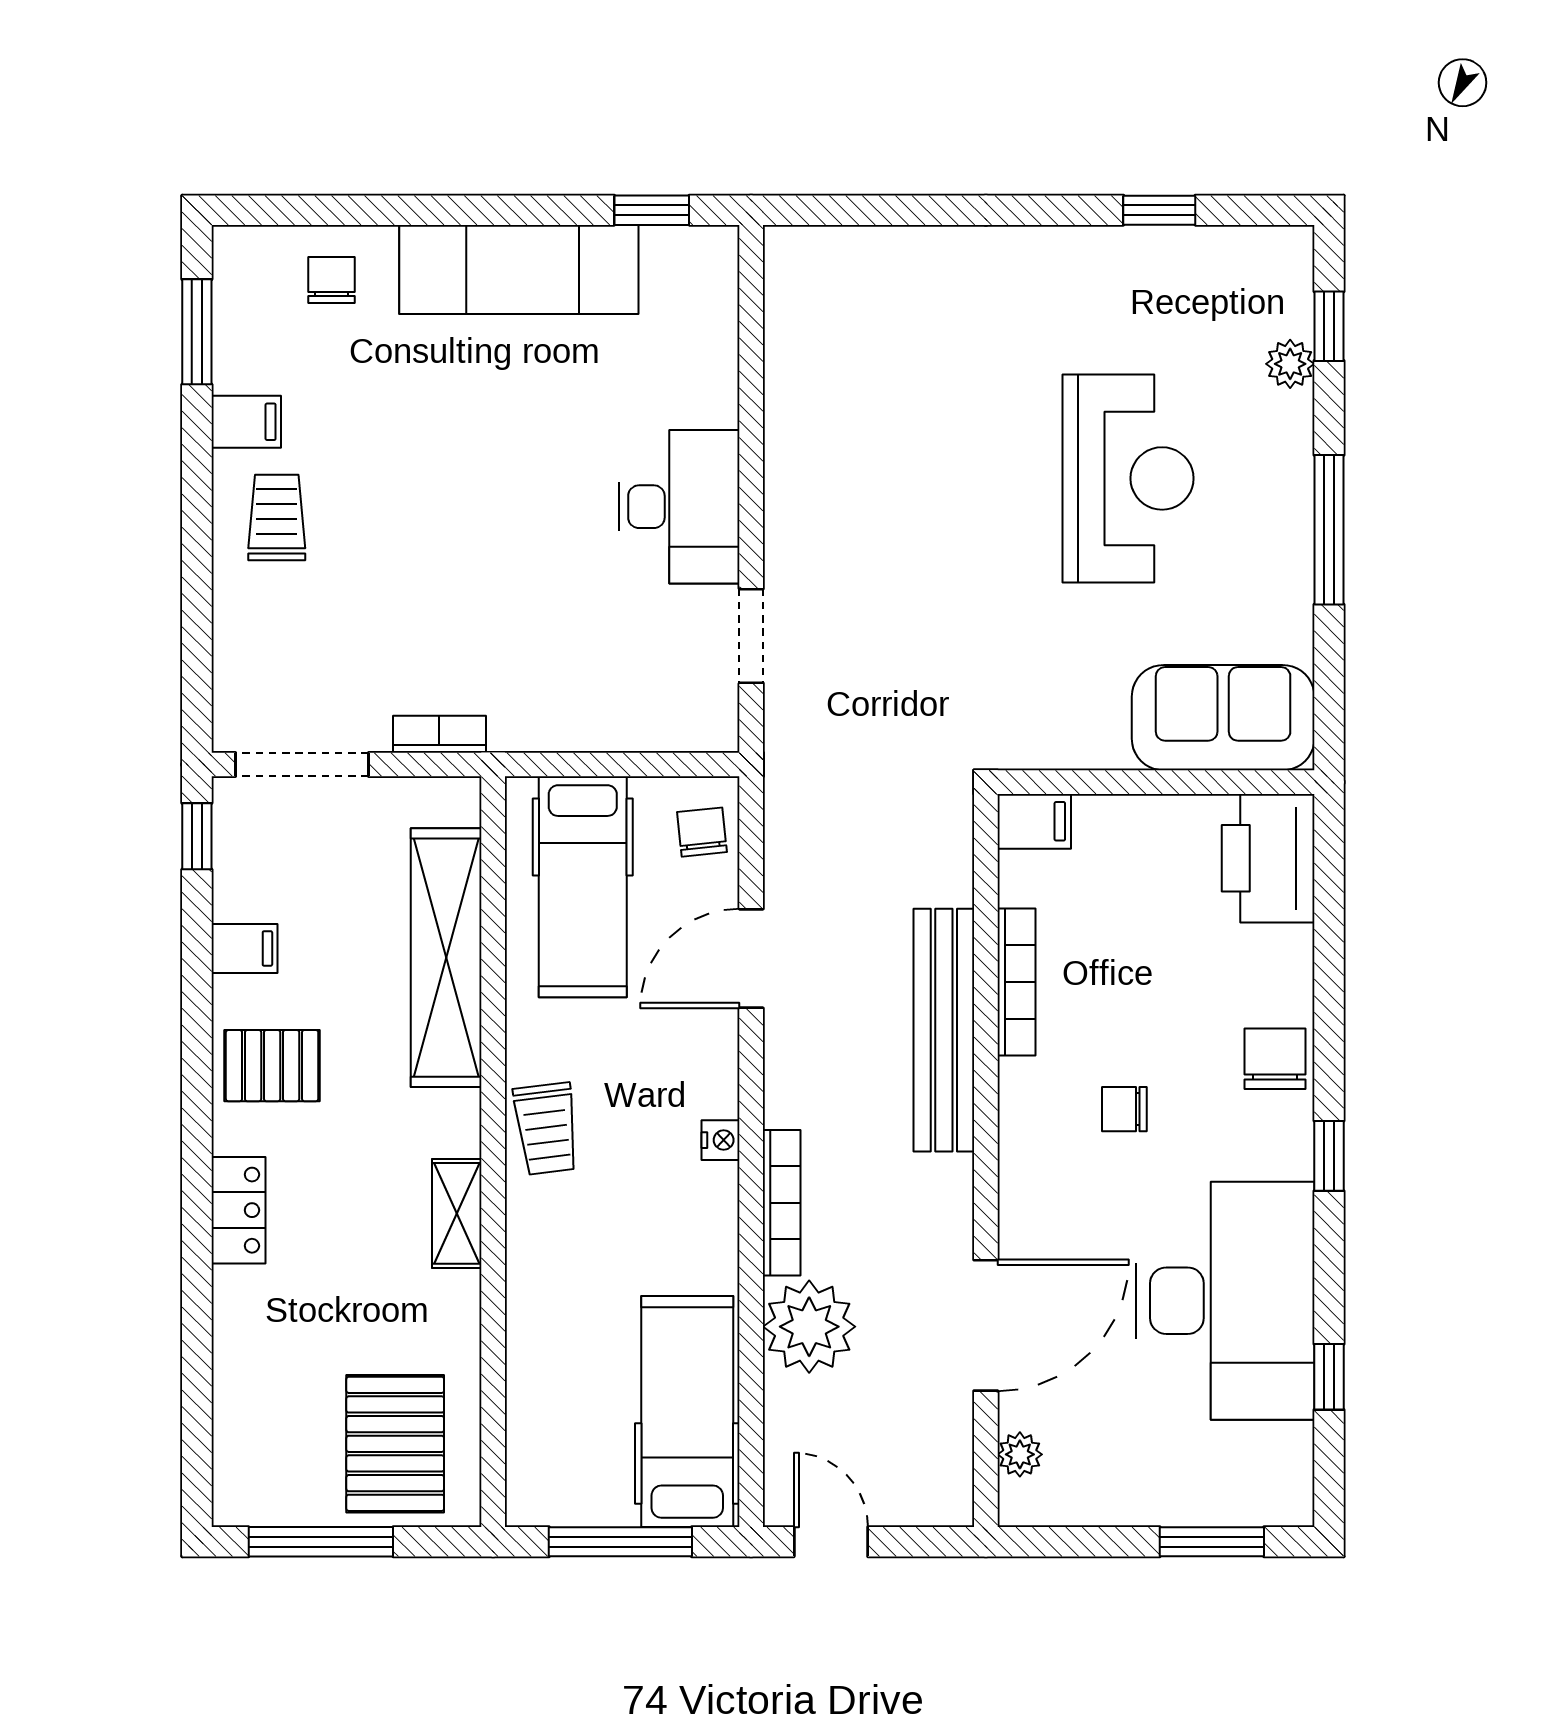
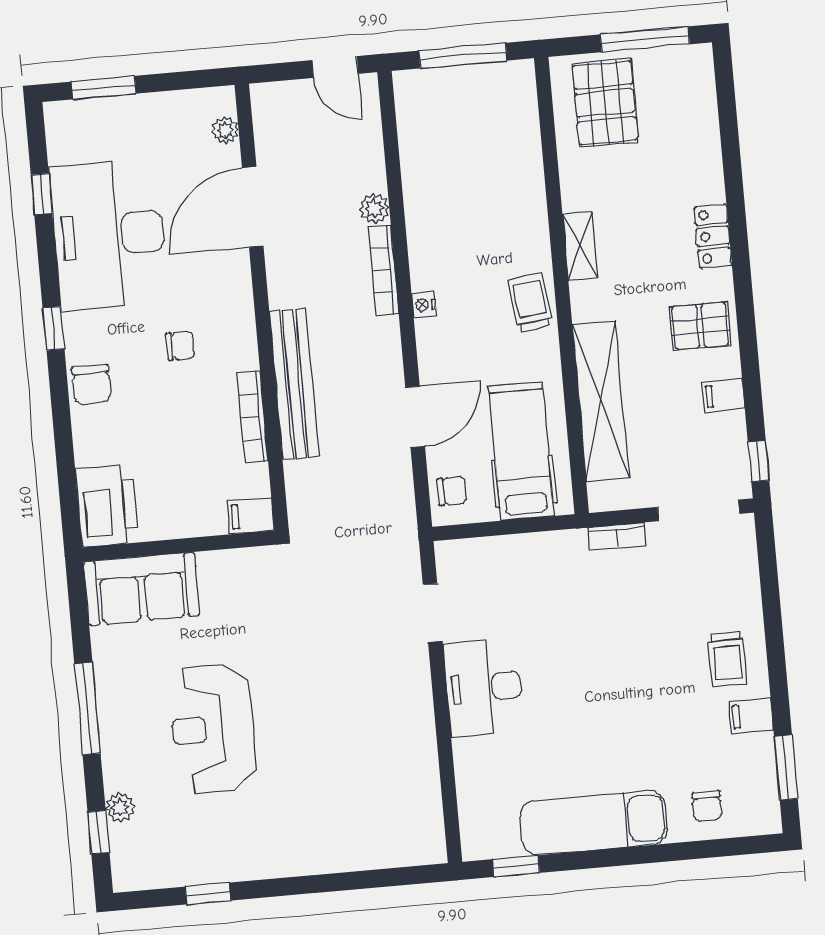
chair: (702, 832) -> (452, 491), turned -84
plant: (809, 1327) -> (374, 208), width x0.53, depth x0.53
hospital bed: (687, 1411) -> (429, 138), removed

